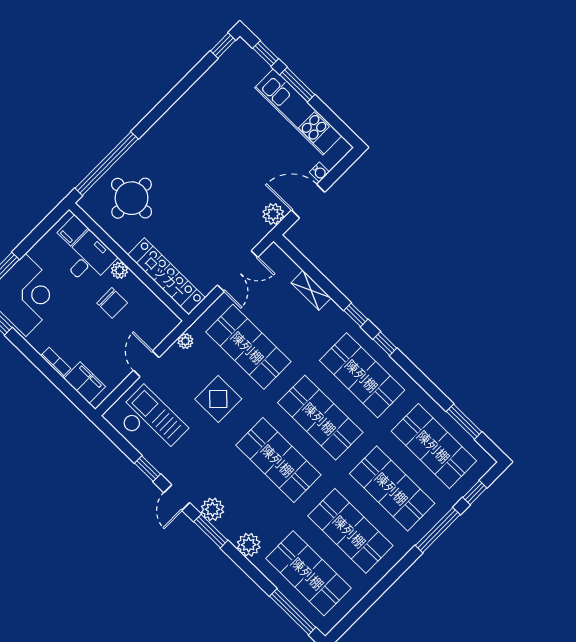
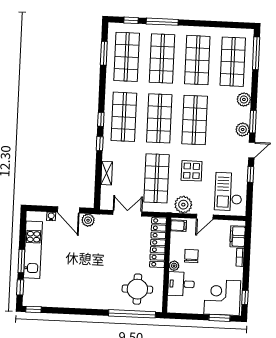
filing cabinet: (73, 230) -> (178, 226), moved
plant: (185, 341) -> (183, 205), width x1.87, depth x1.87

